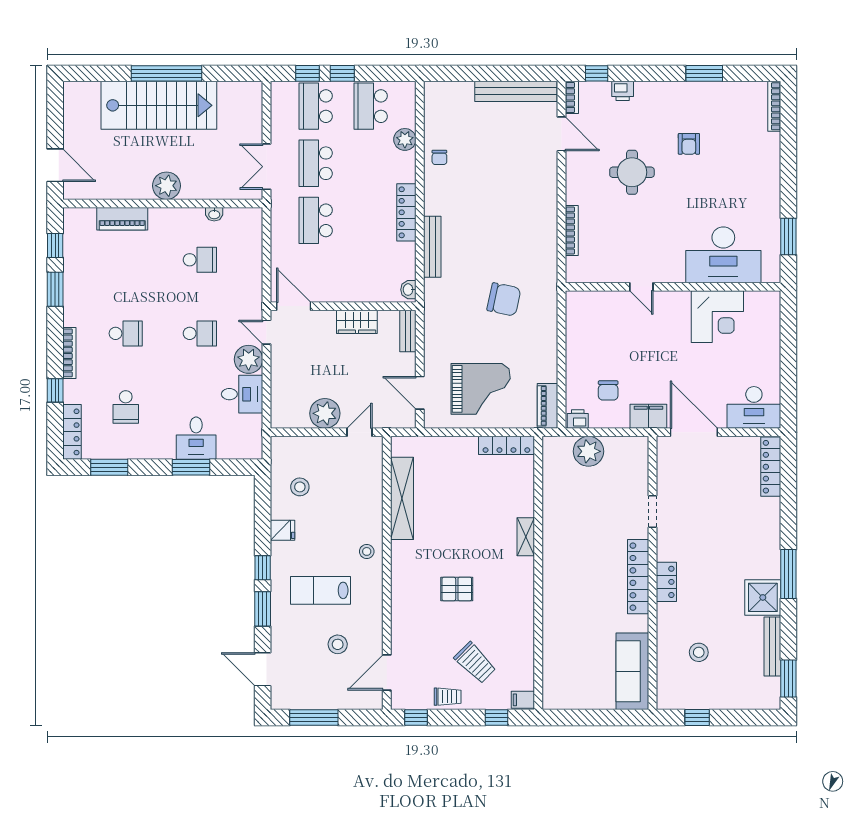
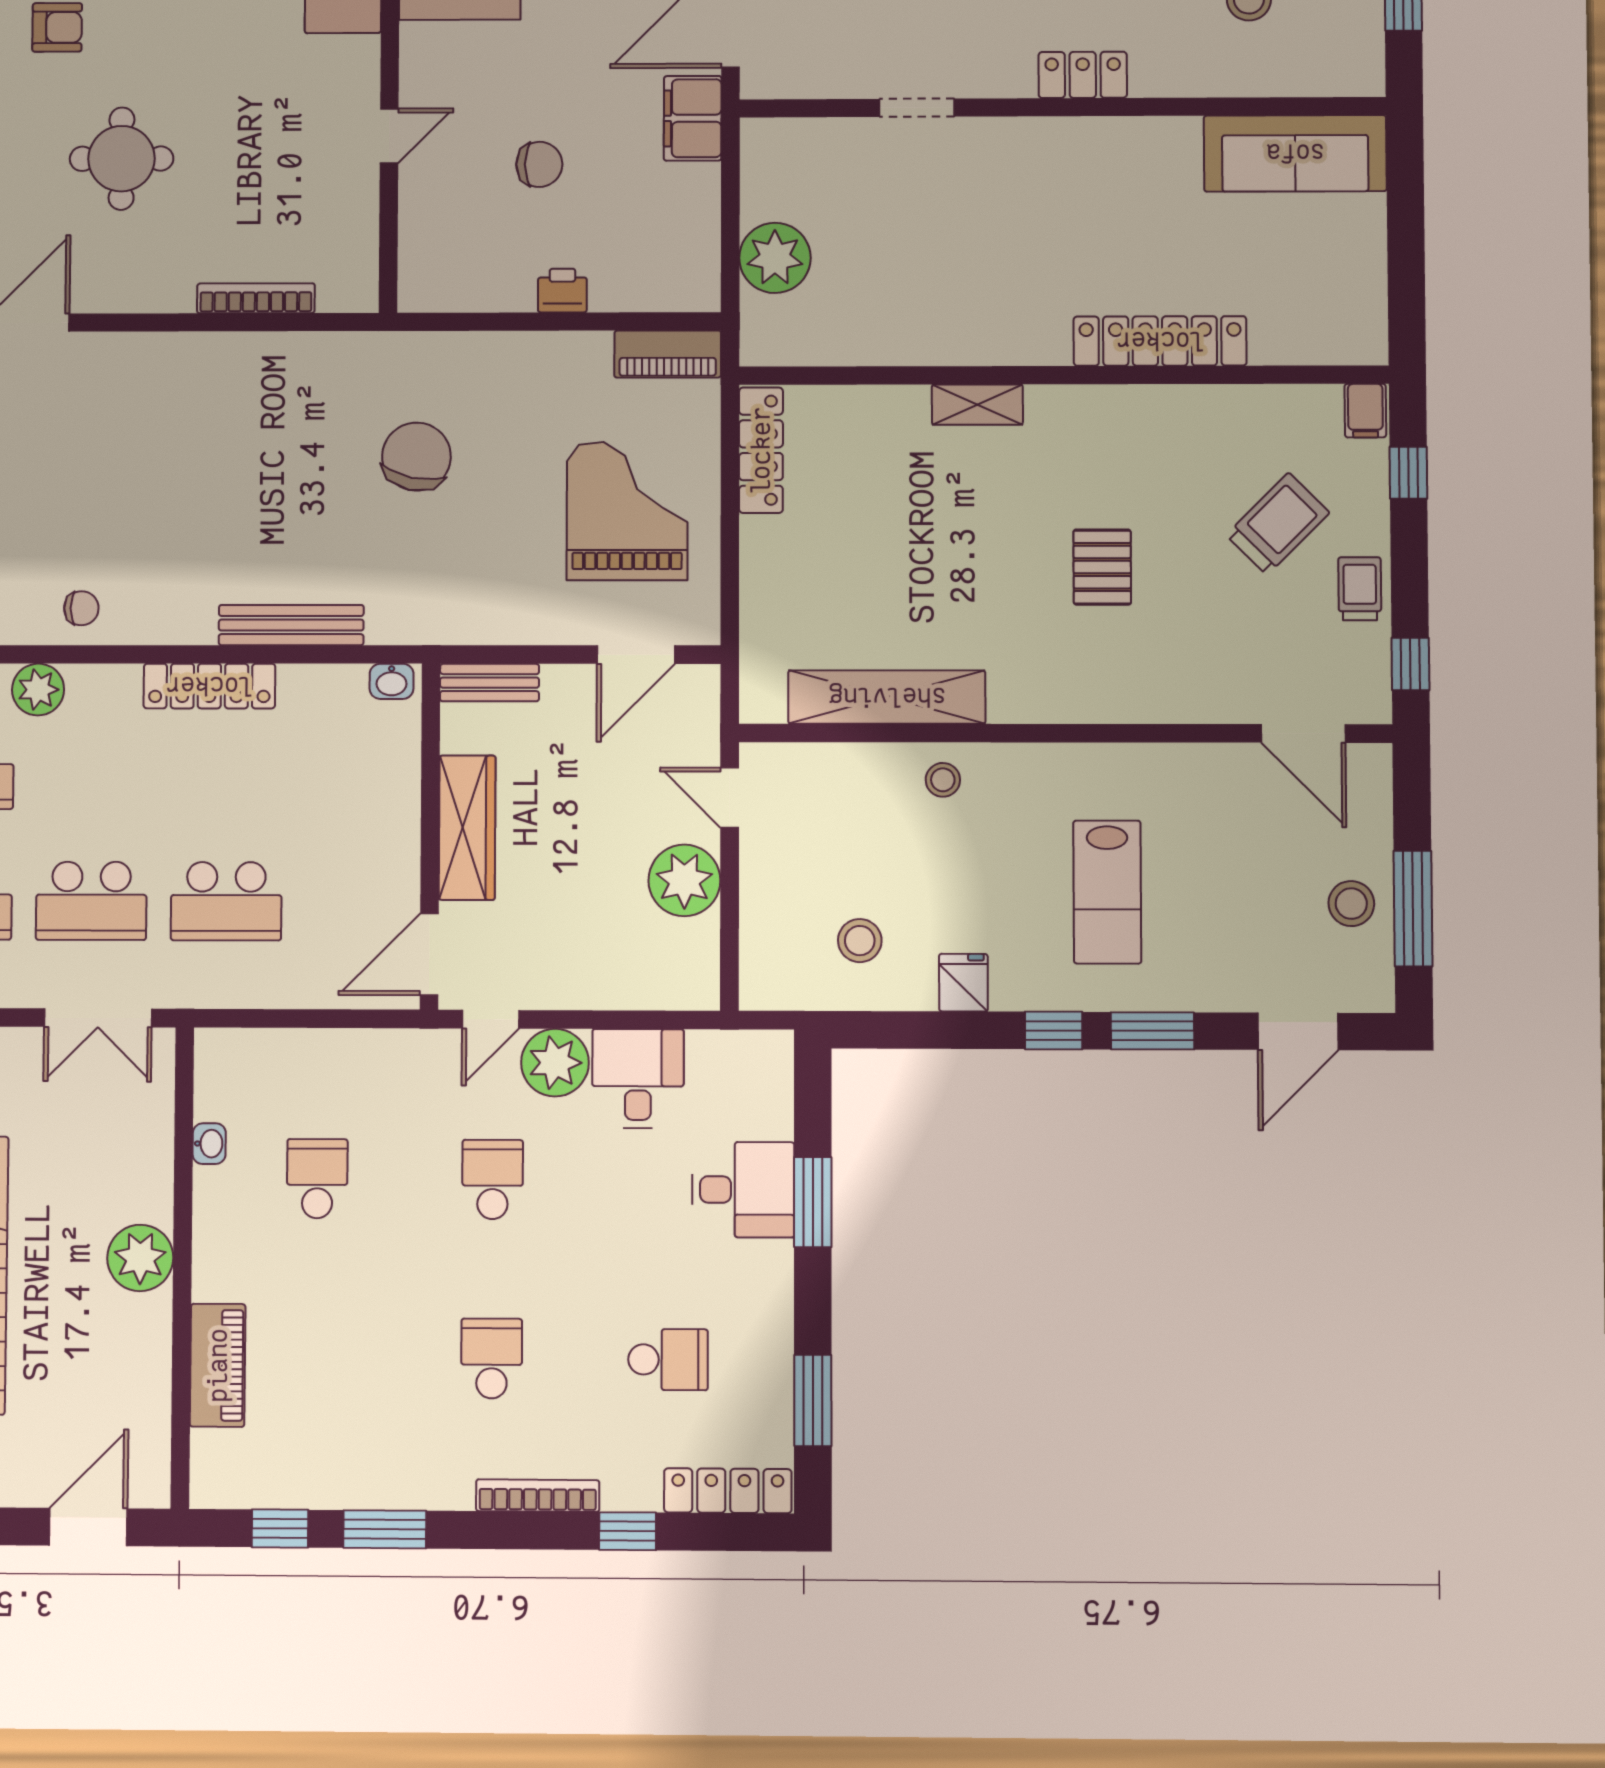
wardrobe: (357, 322) -> (467, 828), width x1.50
chair: (608, 390) -> (539, 164), moved
printer: (578, 419) -> (562, 291), moved, turned 90
stool: (367, 551) -> (943, 780), moved
locker: (638, 577) -> (1160, 341), moved, turned 180
stool: (338, 644) -> (1351, 904), moved

